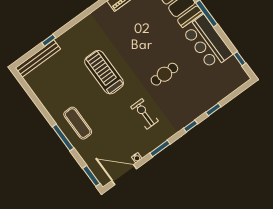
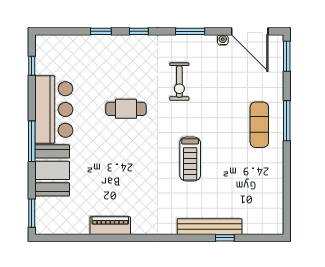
bench: (38, 59) -> (210, 227), moved
treadmill: (104, 72) -> (190, 159), width x0.73, depth x0.73

